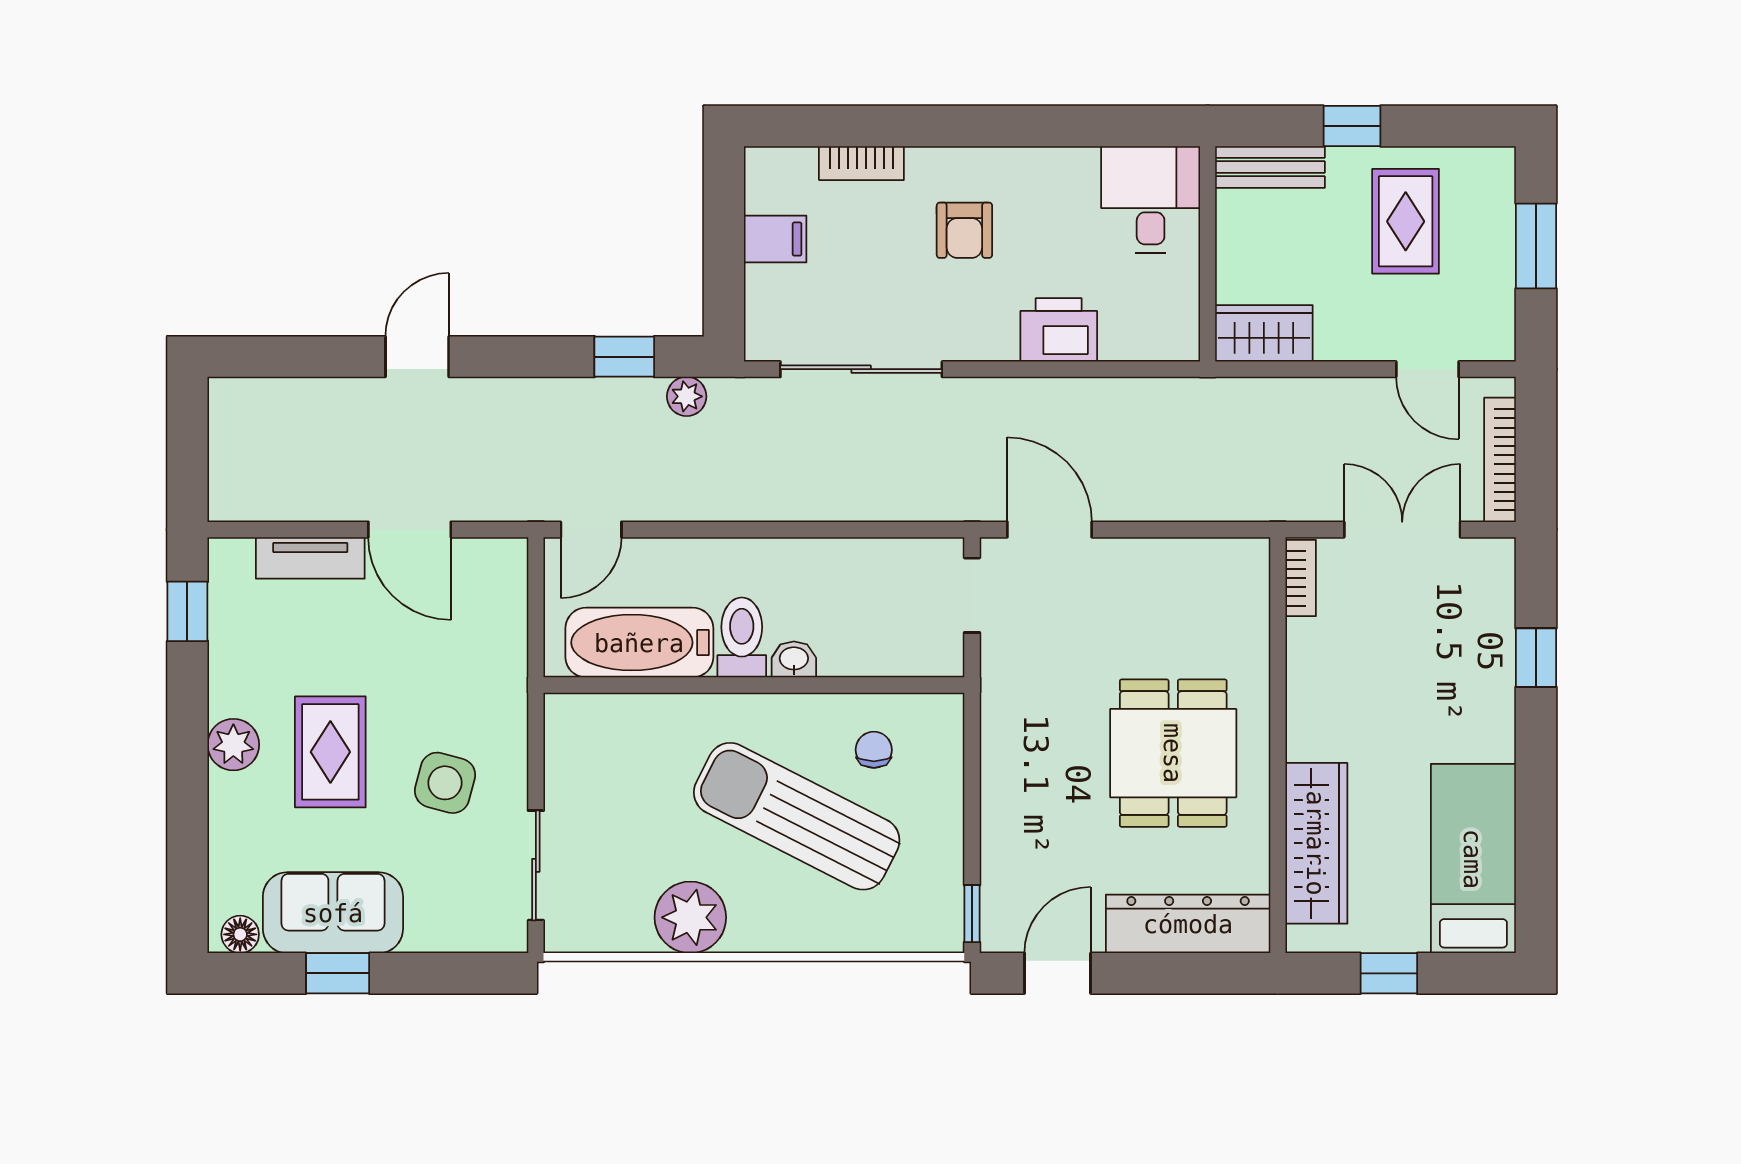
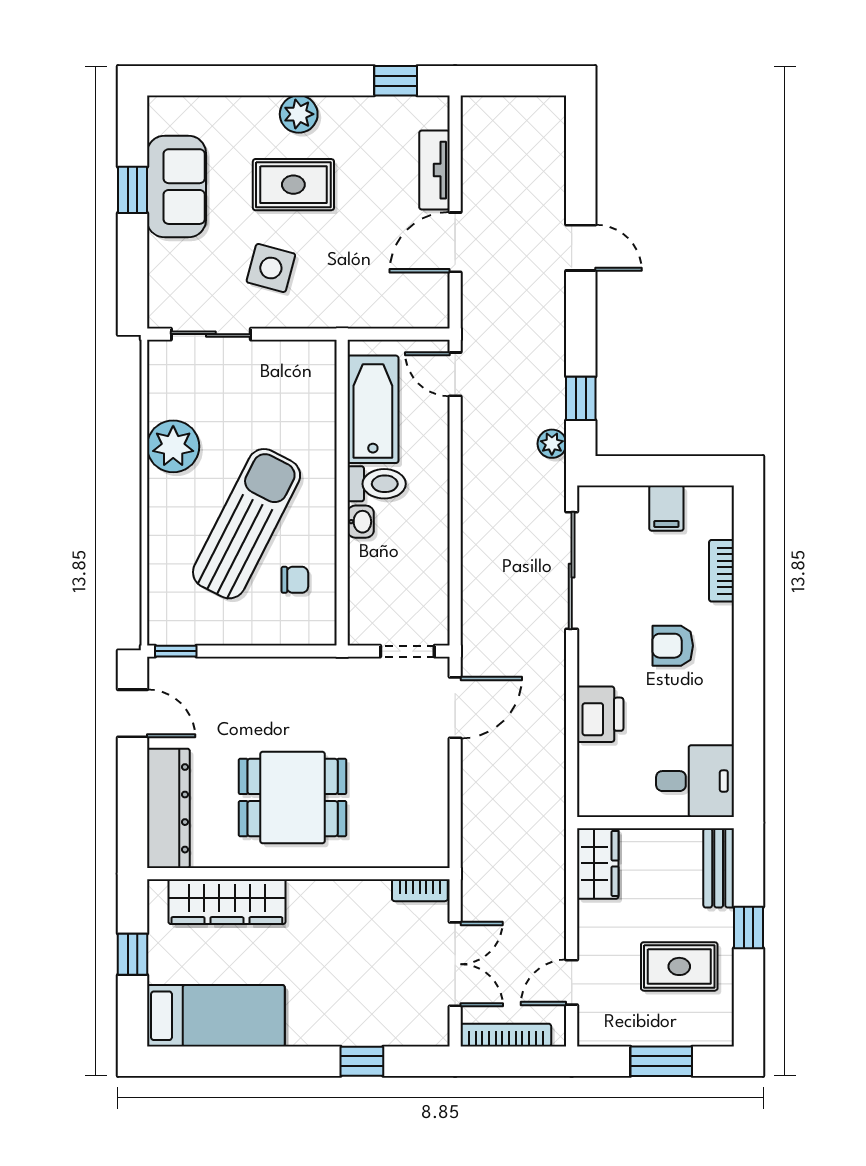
floor lamp: (240, 934) -> (161, 119), removed

